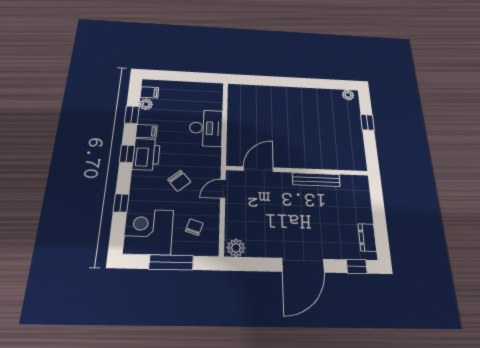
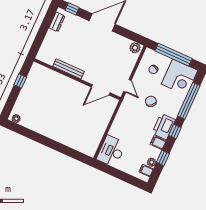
window: (367, 122) -> (20, 81), moved
desk: (206, 128) -> (111, 151), moved
door: (223, 189) -> (127, 86), hinge flipped
window: (121, 203) -> (189, 101), width x3.17
window: (171, 262) -> (174, 55), width x1.46

